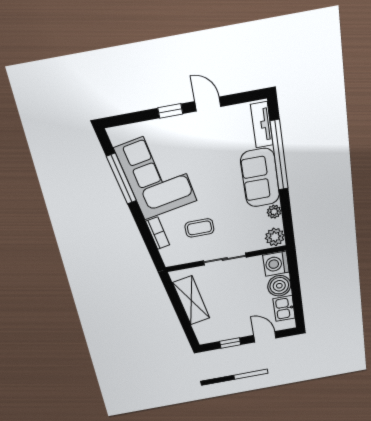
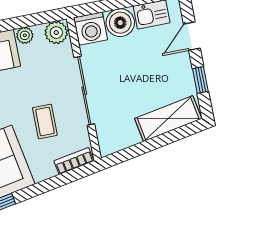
bookcase: (158, 233) -> (74, 161), moved
sliding door: (225, 259) -> (84, 91), width x1.37
shelving: (191, 300) -> (168, 119), moved

